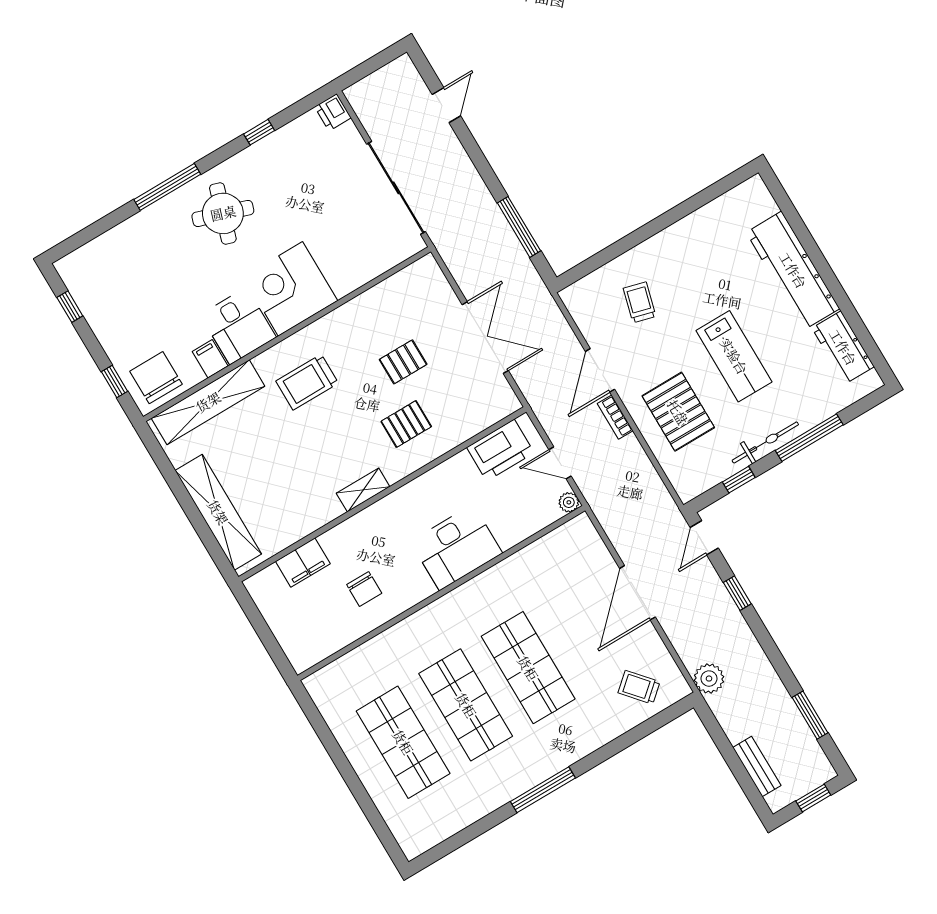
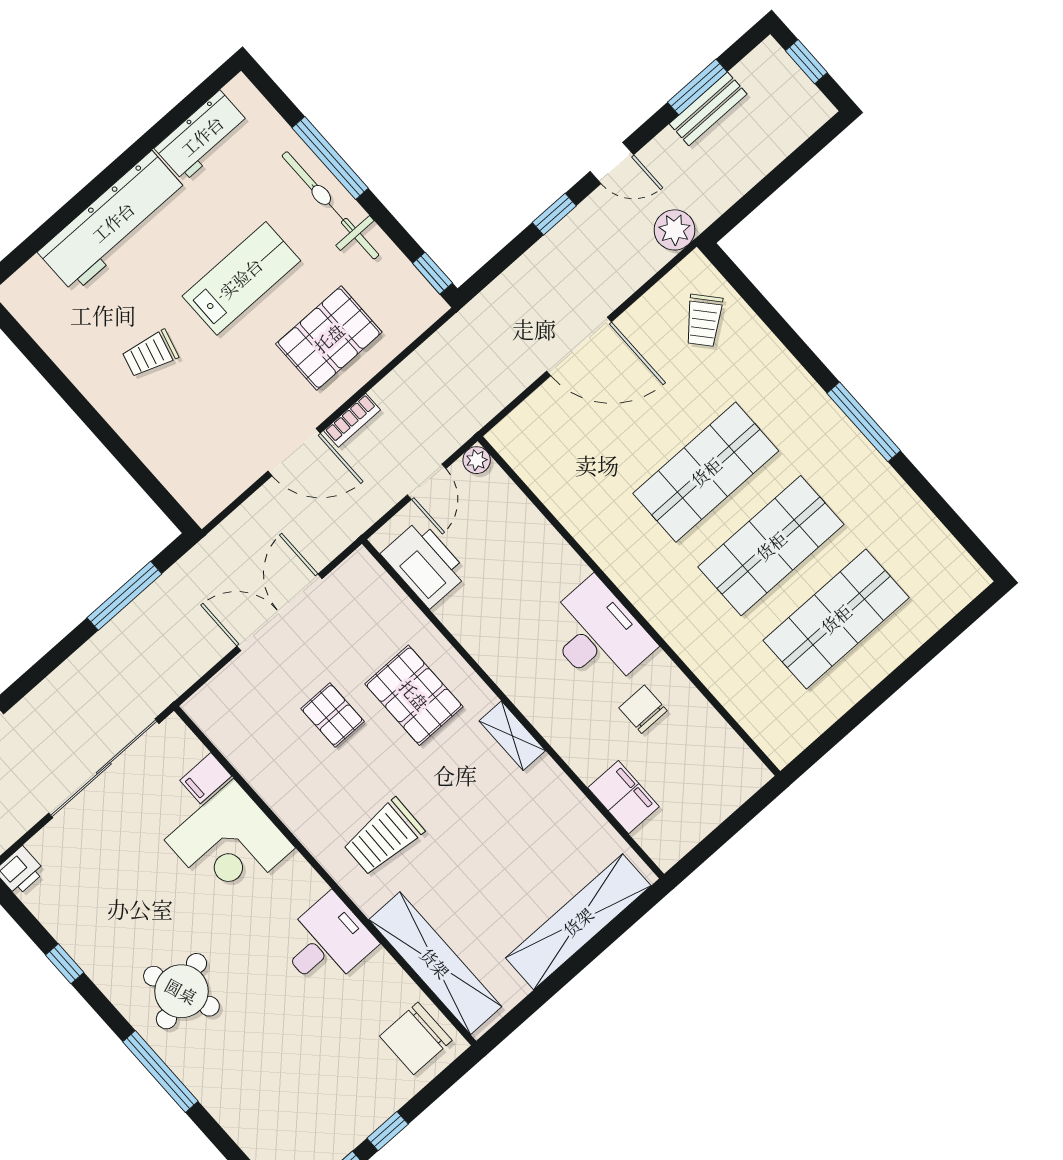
round table: (223, 213) -> (181, 991), turned -38
corner desk: (290, 289) -> (230, 844), moved
trolley: (640, 302) -> (150, 354), moved
filing cabinet: (210, 359) -> (206, 778), moved
window: (114, 381) -> (388, 1131), moved
trolley: (307, 382) -> (383, 837), turned 91
pallet: (406, 424) -> (414, 695), width x1.50, depth x1.42
bicycle: (765, 442) -> (330, 205), width x1.37, depth x1.40
window: (739, 480) -> (432, 273), moved
door: (704, 538) -> (612, 163), moved
desk: (456, 547) -> (598, 635), moved
chair: (364, 589) -> (643, 709), turned -90
bench: (757, 766) -> (708, 109), moved

